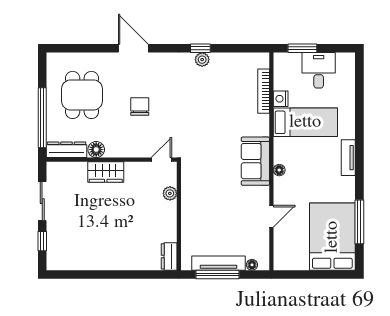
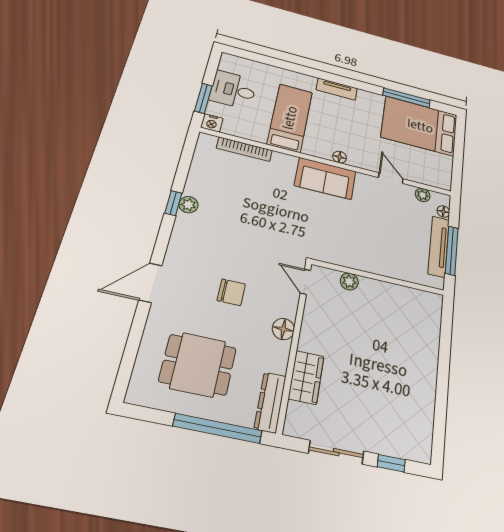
nightstand: (281, 99) -> (212, 123), moved
chair: (140, 106) -> (231, 292), turned 180
floor lamp: (96, 150) -> (283, 329), moved
wardrobe: (106, 172) -> (306, 377), moved
plant: (263, 245) -> (423, 195), added
dresser: (169, 256) -> (426, 300), removed

